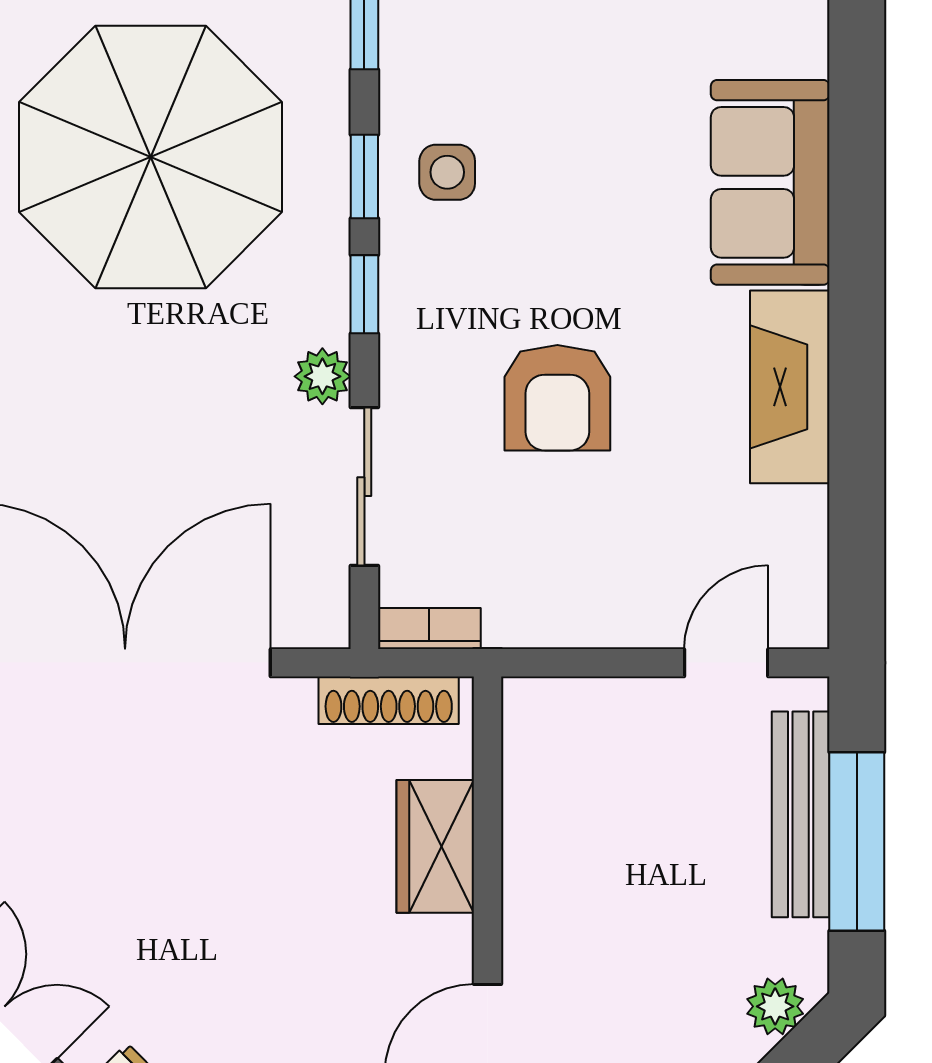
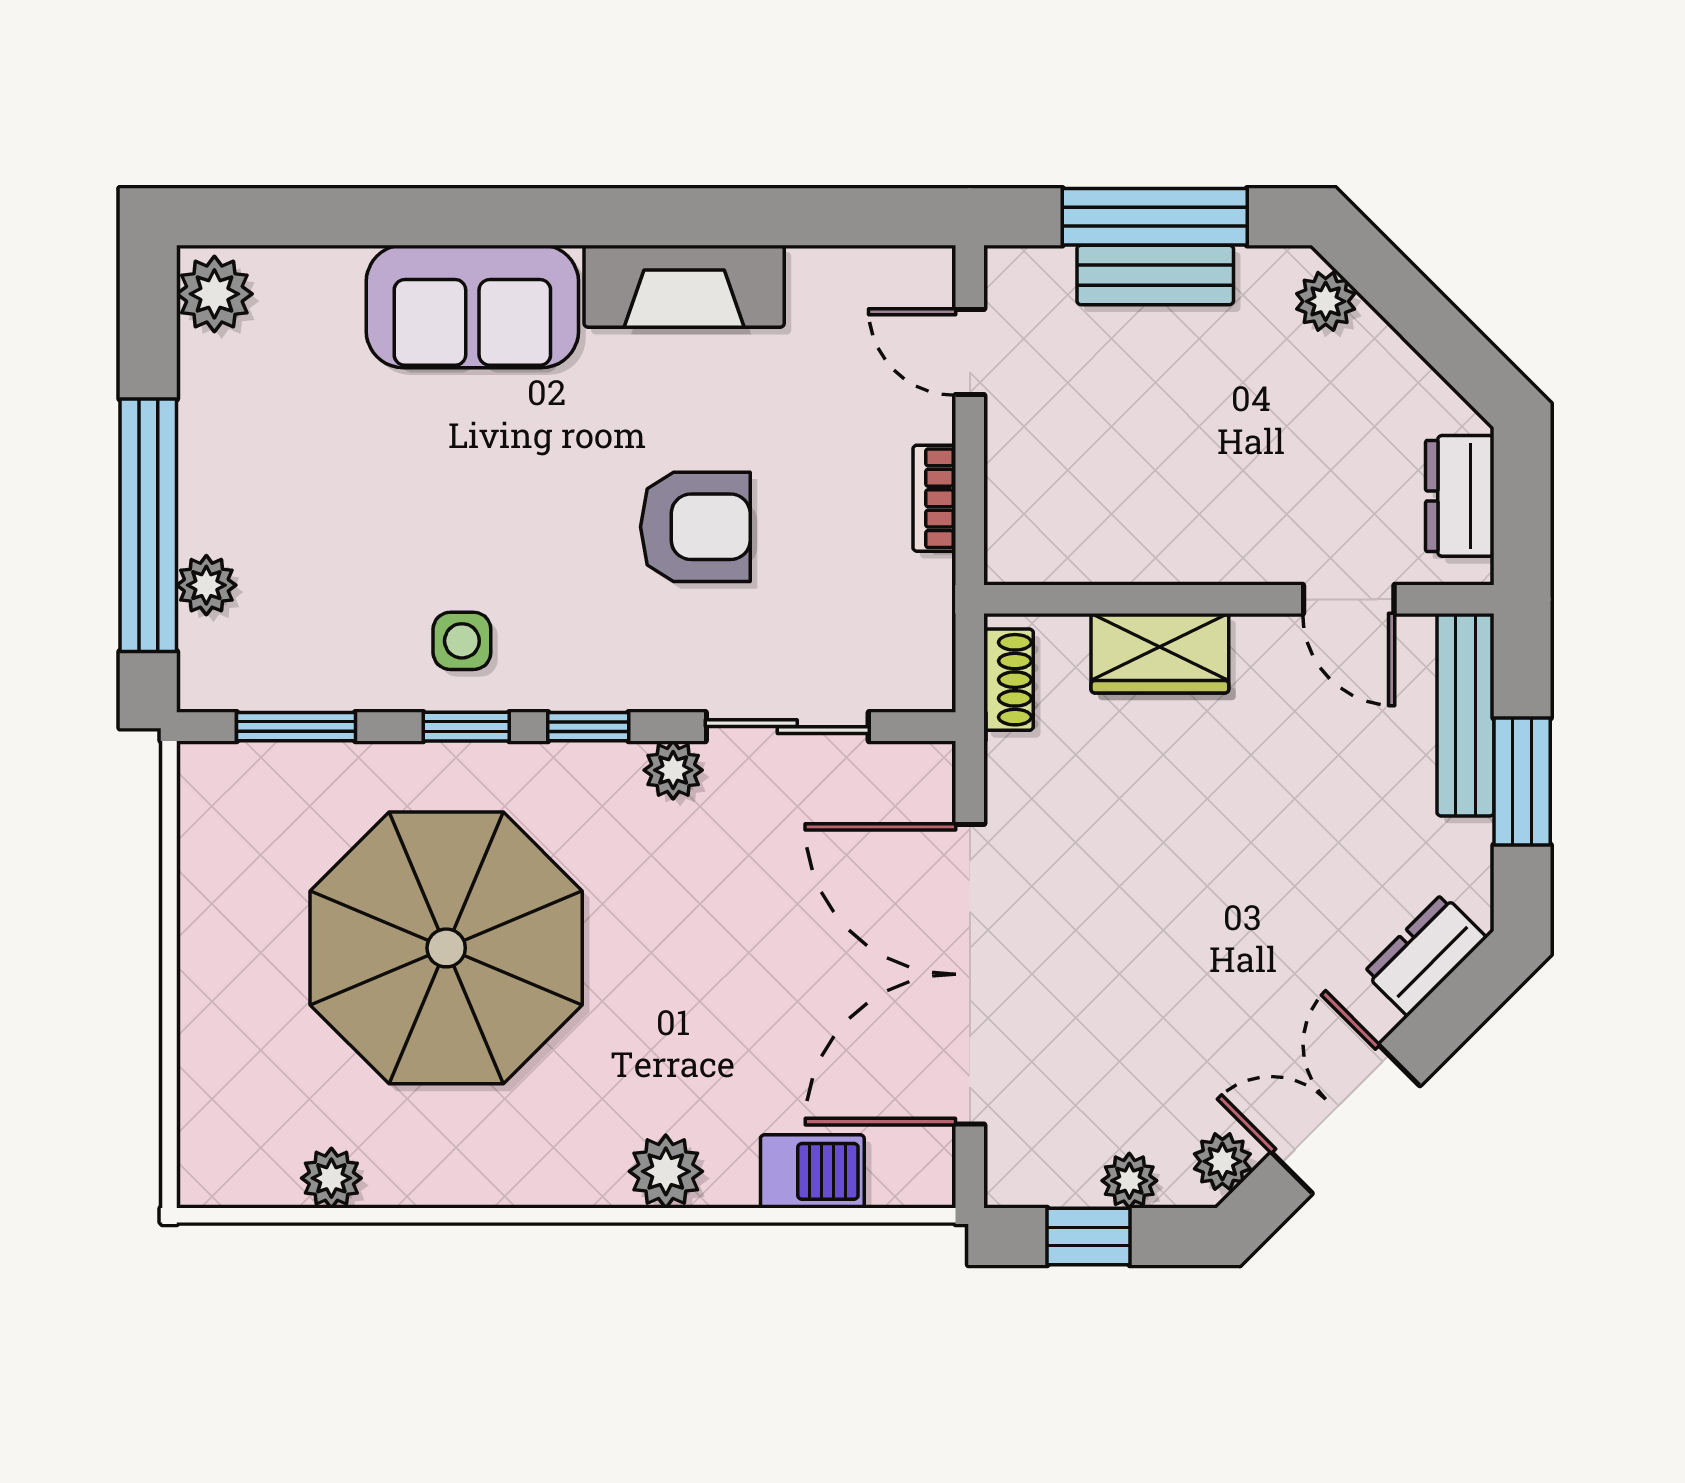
bookcase: (429, 628) -> (934, 498), moved
shoe rack: (389, 700) -> (1009, 680), width x0.70
bench: (801, 814) -> (1155, 275), width x0.73

